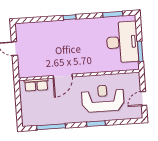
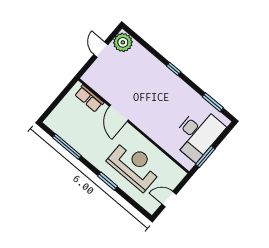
plant: (23, 31) -> (123, 42), added
door: (63, 76) -> (119, 113), hinge flipped

